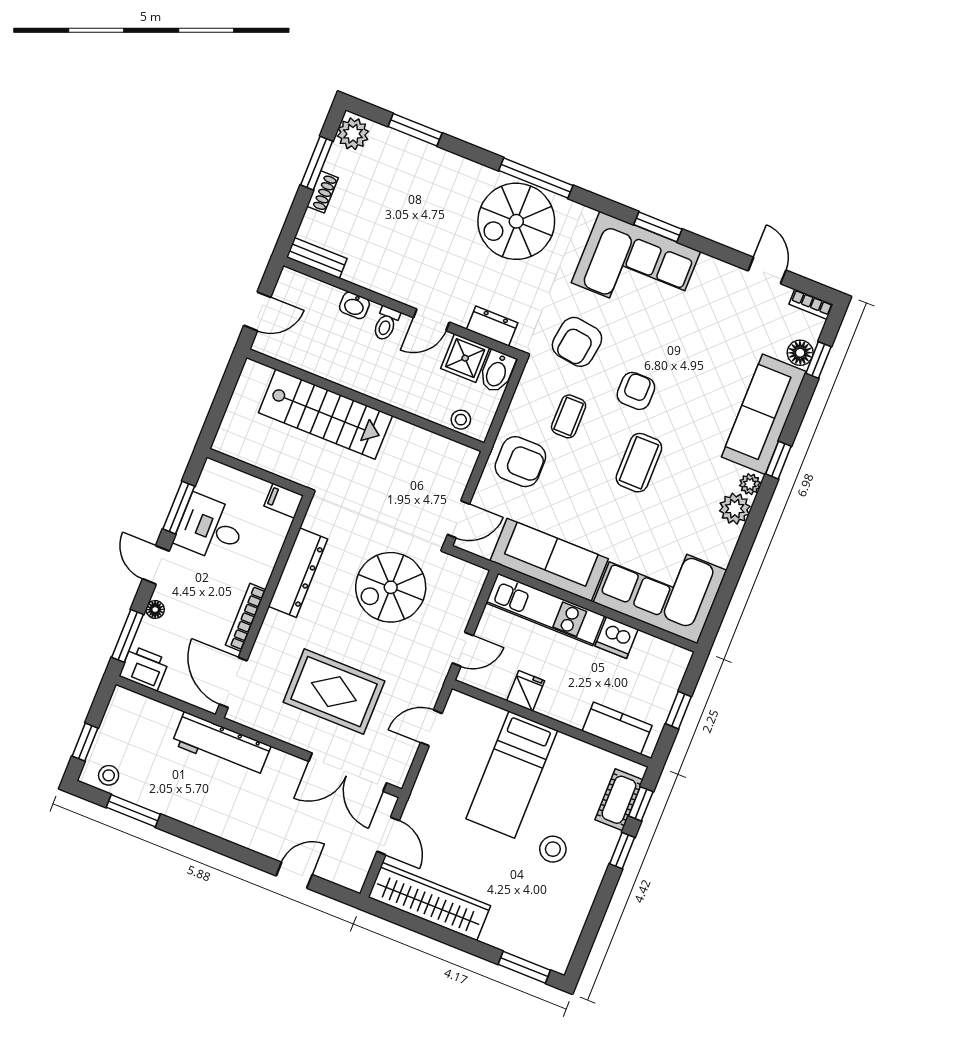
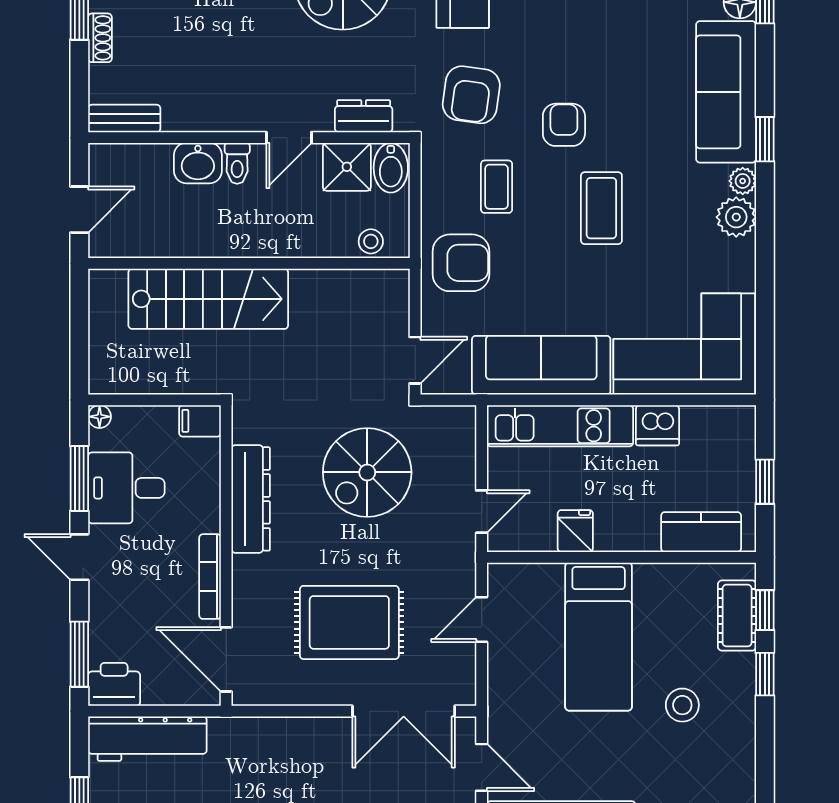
washbasin: (354, 305) -> (198, 163), width x1.38, depth x1.45
floor lamp: (155, 610) -> (100, 417), moved
workbench: (221, 745) -> (147, 739), moved

